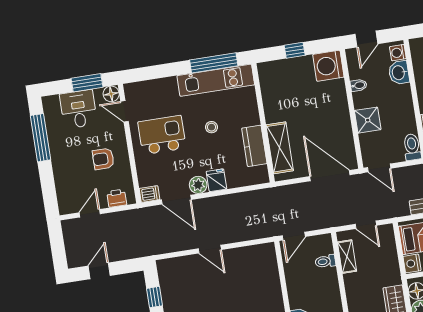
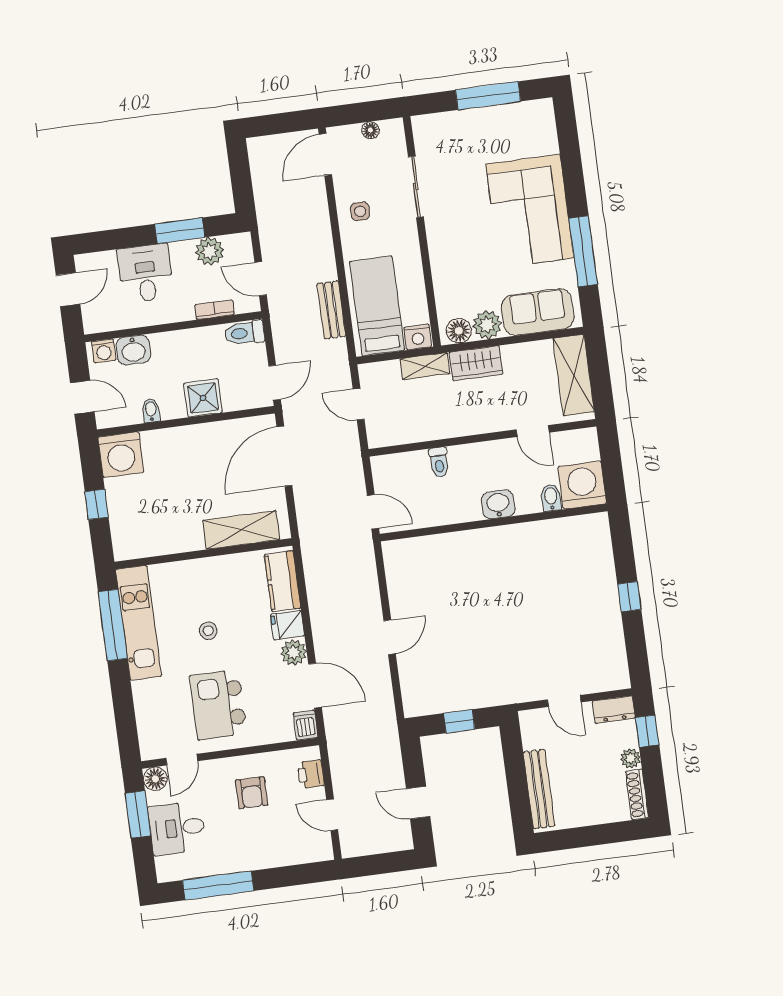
kitchen counter: (254, 146) -> (282, 581), moved, turned 90
door: (176, 200) -> (315, 685), hinge flipped
door: (366, 225) -> (359, 404), swing flipped
shelving: (347, 257) -> (425, 366), moved
toilet: (325, 261) -> (439, 462), moved

